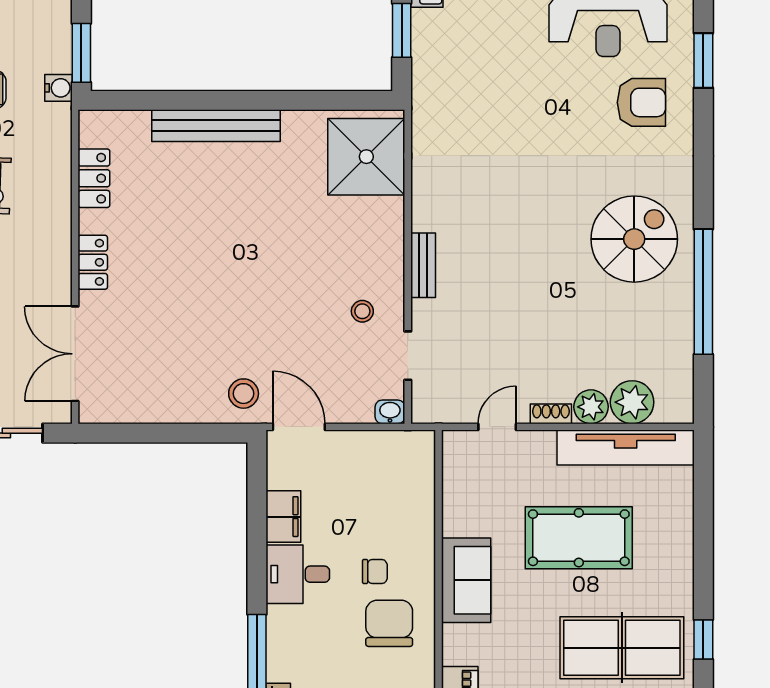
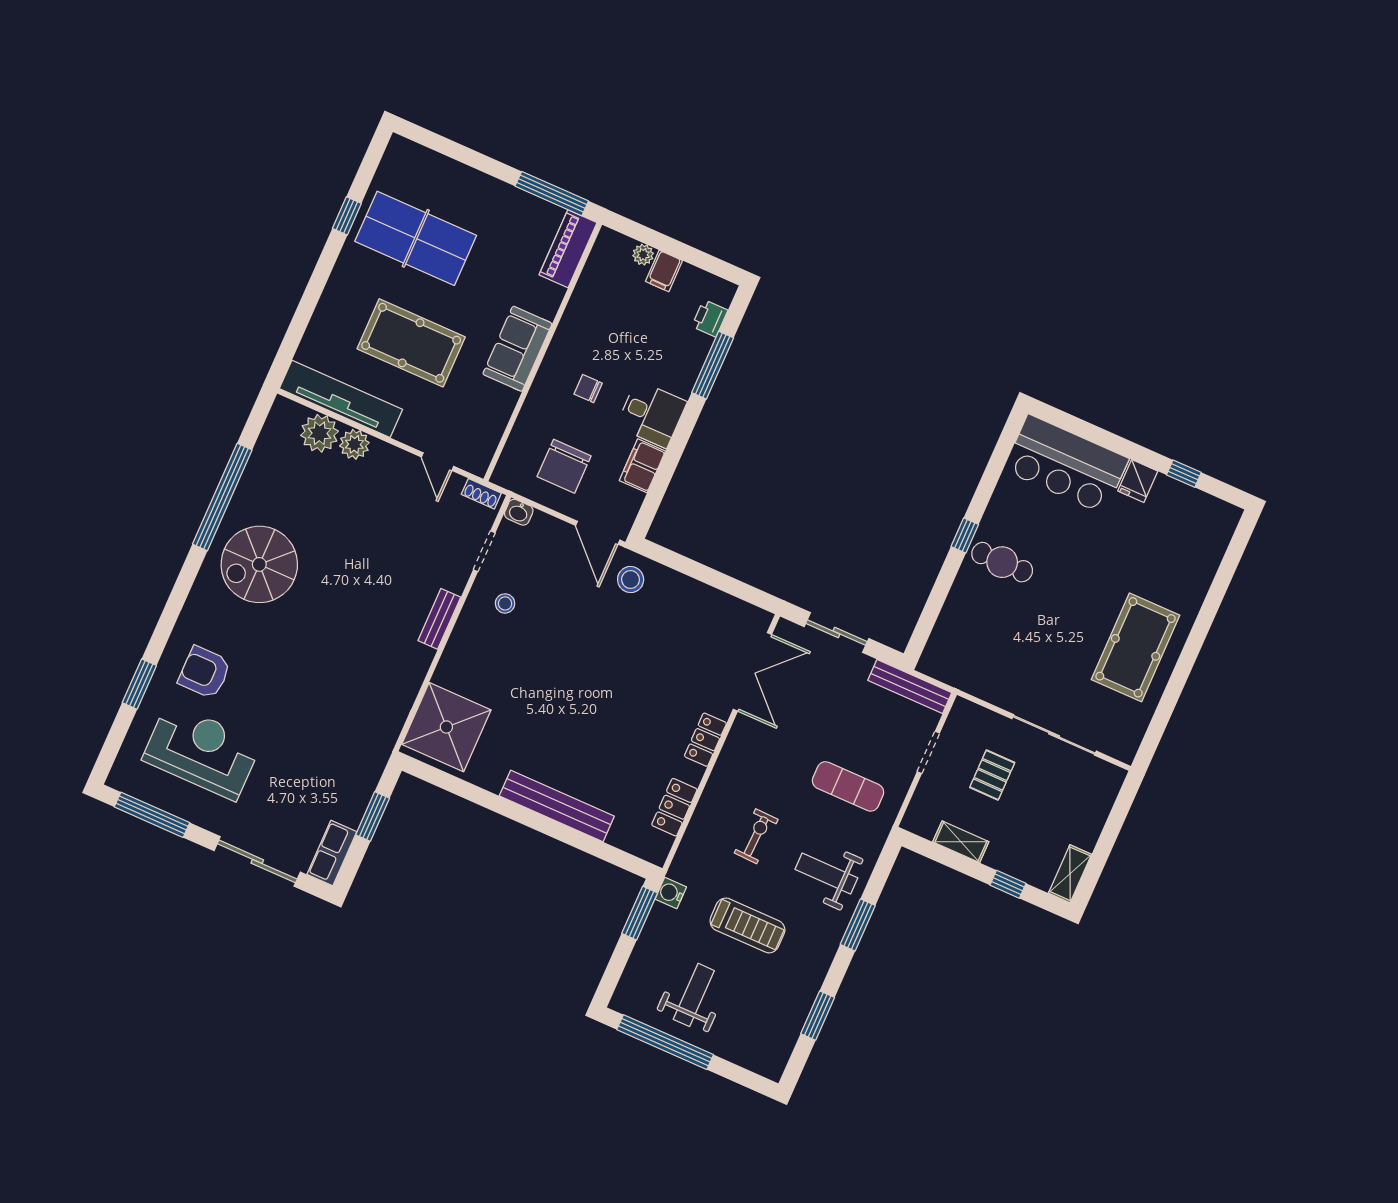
shoe rack: (551, 414) -> (481, 494), moved
door: (497, 427) -> (438, 462), hinge flipped
chair: (389, 623) -> (564, 466), moved

